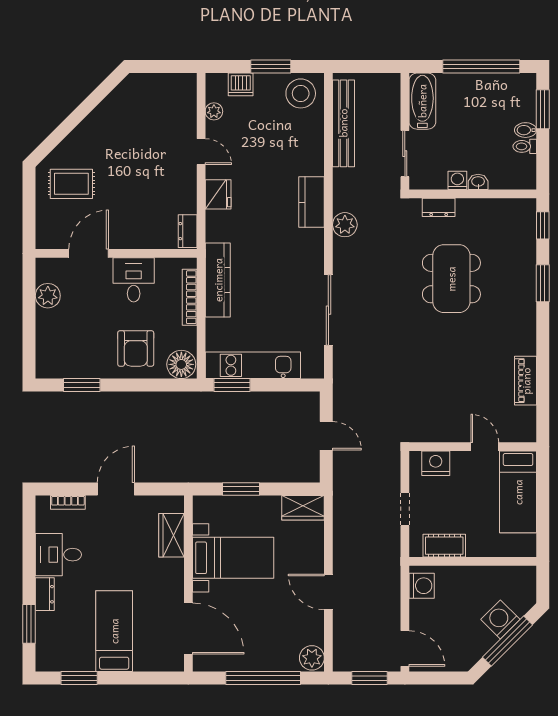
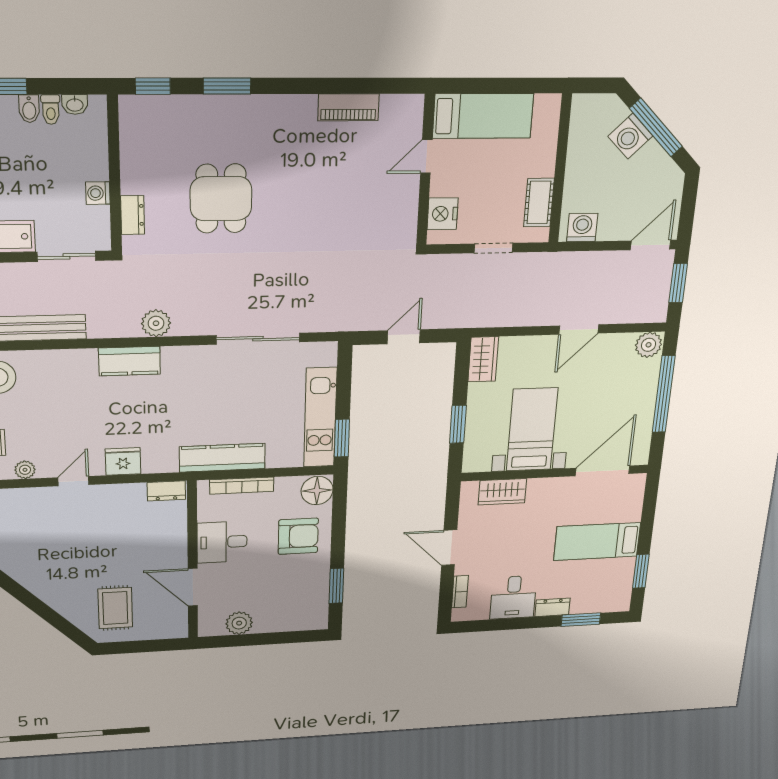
washbasin: (478, 182) -> (75, 105), moved, turned -90
dining table: (451, 279) -> (221, 199), width x0.73

